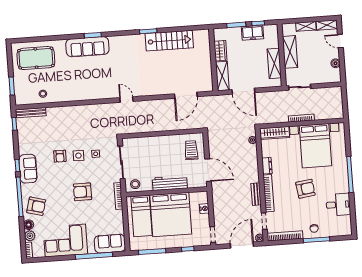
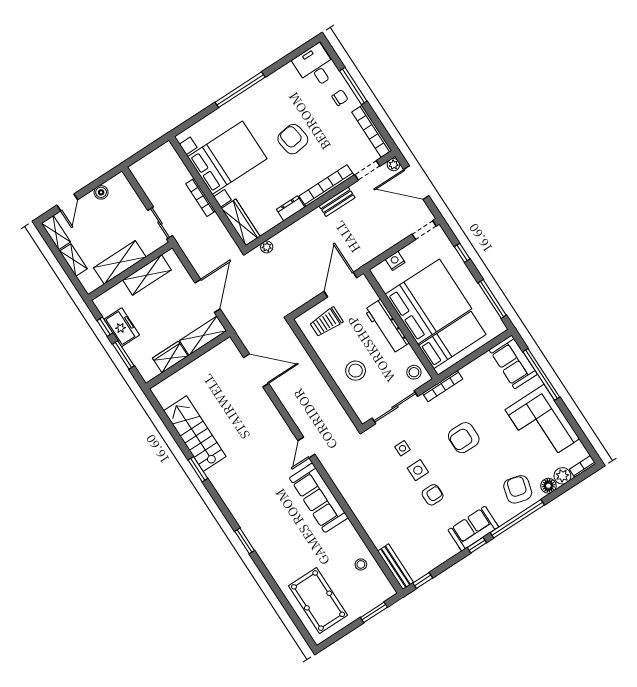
sofa: (87, 47) -> (319, 498), moved, turned 180
stool: (154, 152) -> (356, 371), added
armchair: (83, 192) -> (464, 438), turned 90
desk: (338, 205) -> (315, 66), moved

